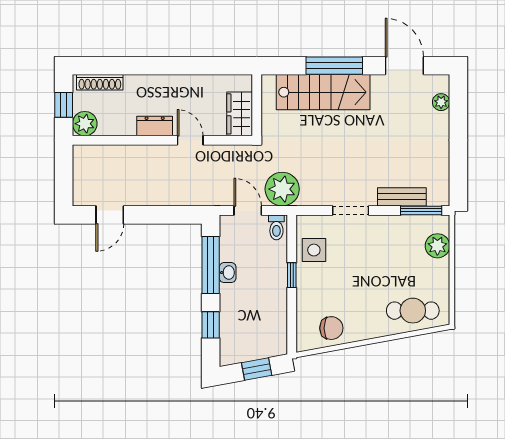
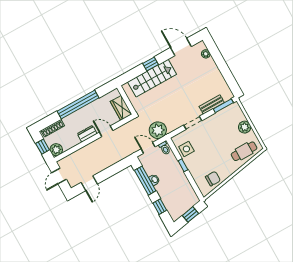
window: (167, 66) -> (78, 104), added
window: (334, 66) -> (151, 64), width x0.46
door: (64, 173) -> (59, 176), added
plant: (437, 246) -> (245, 127), moved

